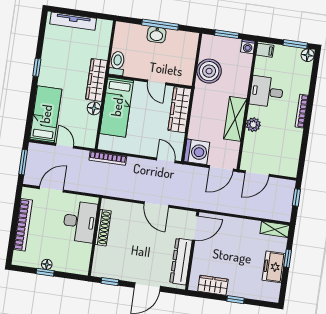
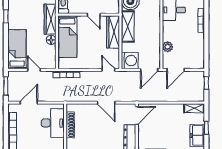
shelving: (235, 119) -> (128, 26), moved
plant: (253, 125) -> (168, 47), moved

